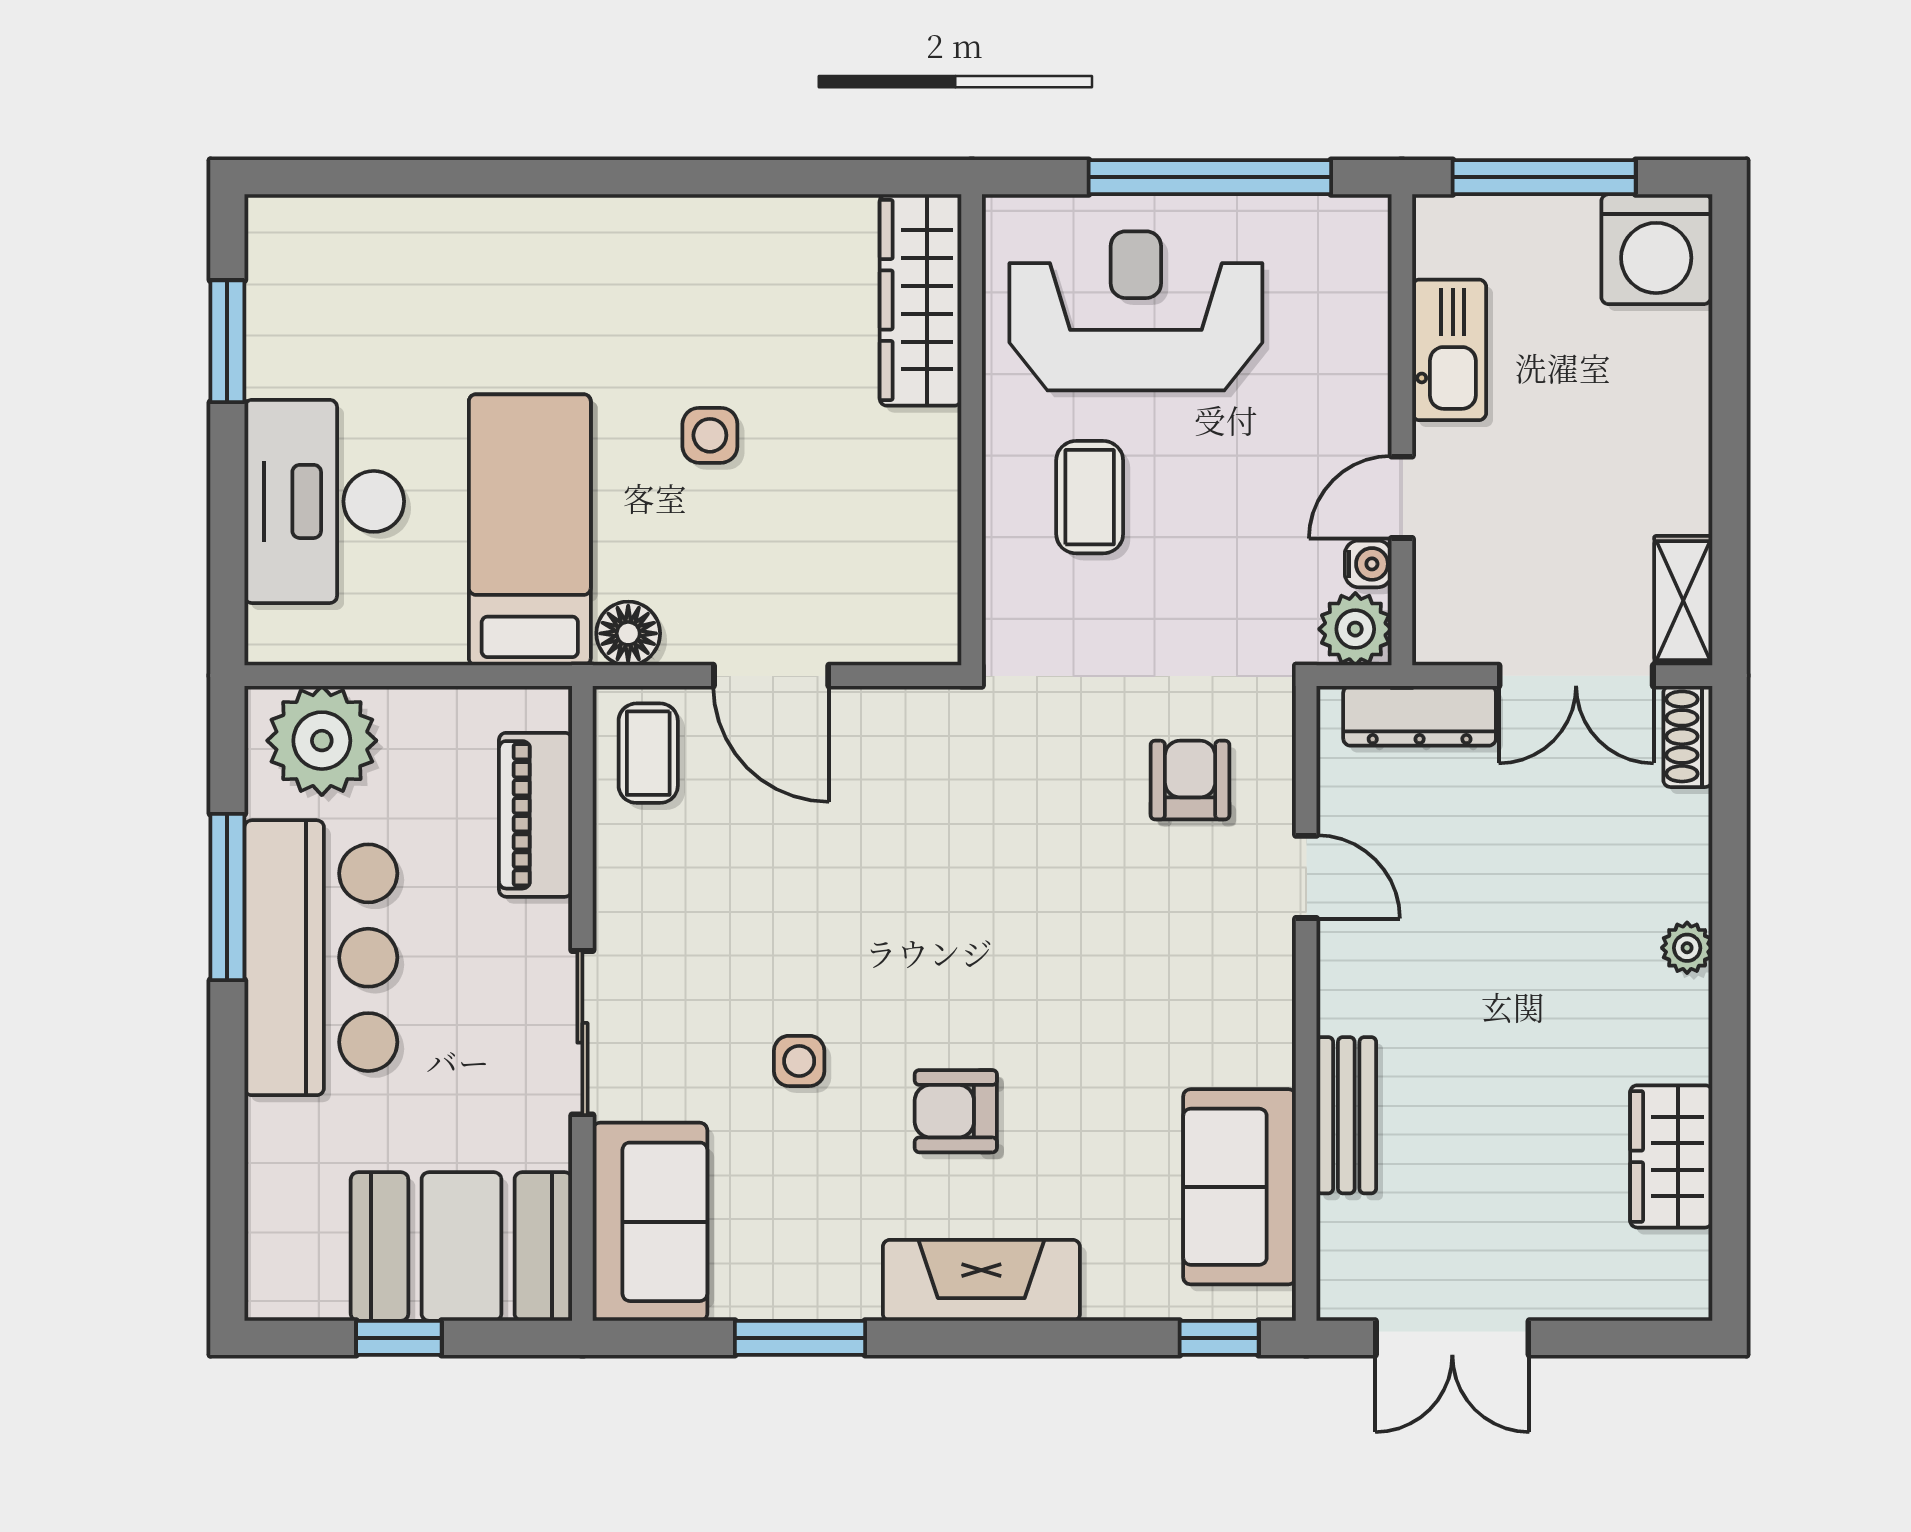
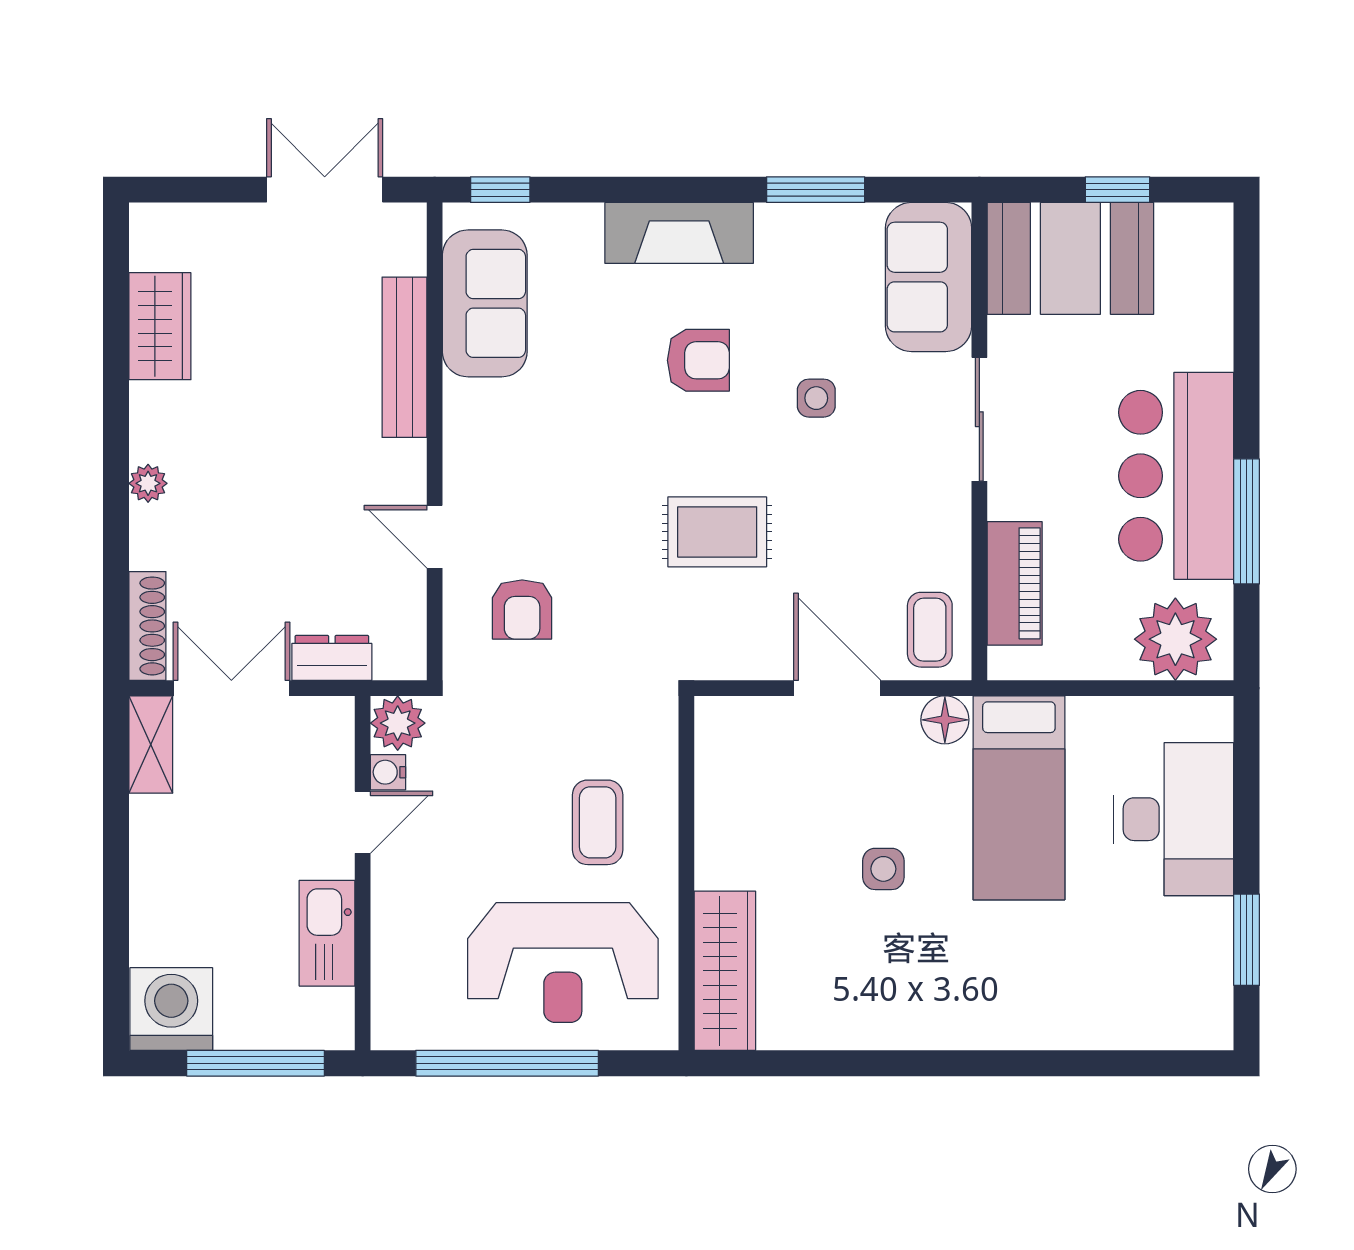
dresser: (1420, 716) -> (332, 658), width x0.70
shoe rack: (1688, 736) -> (147, 626), width x1.43
rug: (931, 883) -> (717, 532), added
bench: (1346, 1115) -> (404, 357), width x1.36

